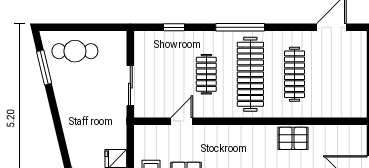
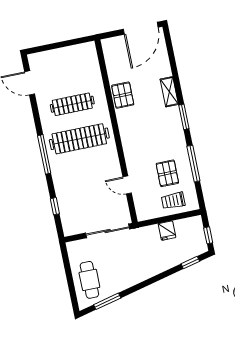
clothes rail: (206, 74) -> (86, 173), removed
sliding door: (130, 86) -> (108, 231), width x1.37

